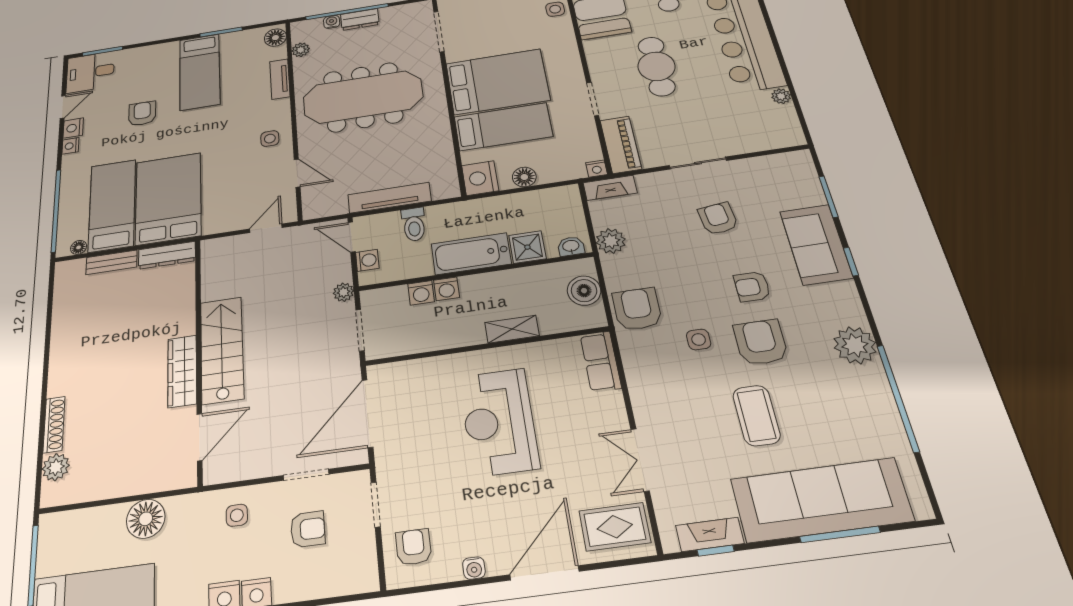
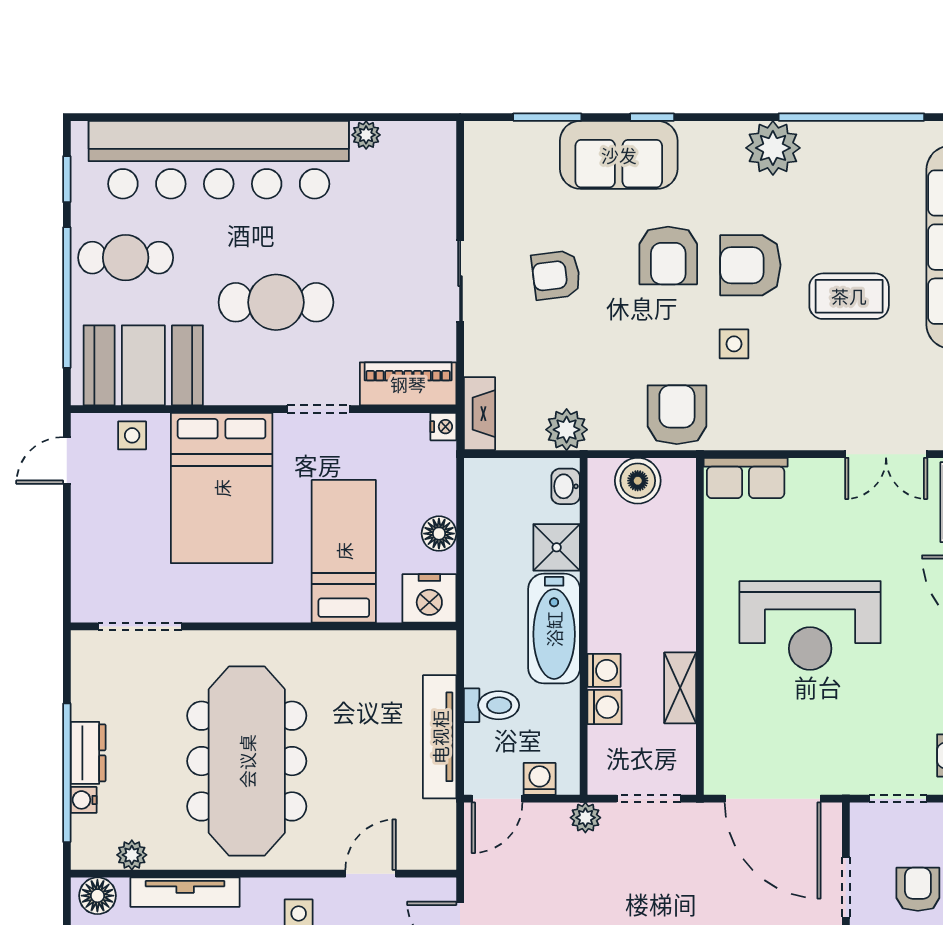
tv unit: (280, 79) -> (185, 892), width x1.41
bed: (497, 82) -> (222, 488), moved, turned 180
armchair: (752, 287) -> (668, 255), width x1.38, depth x1.38
armchair: (637, 309) -> (677, 415), turned 90
shelving: (512, 329) -> (680, 688), moved

